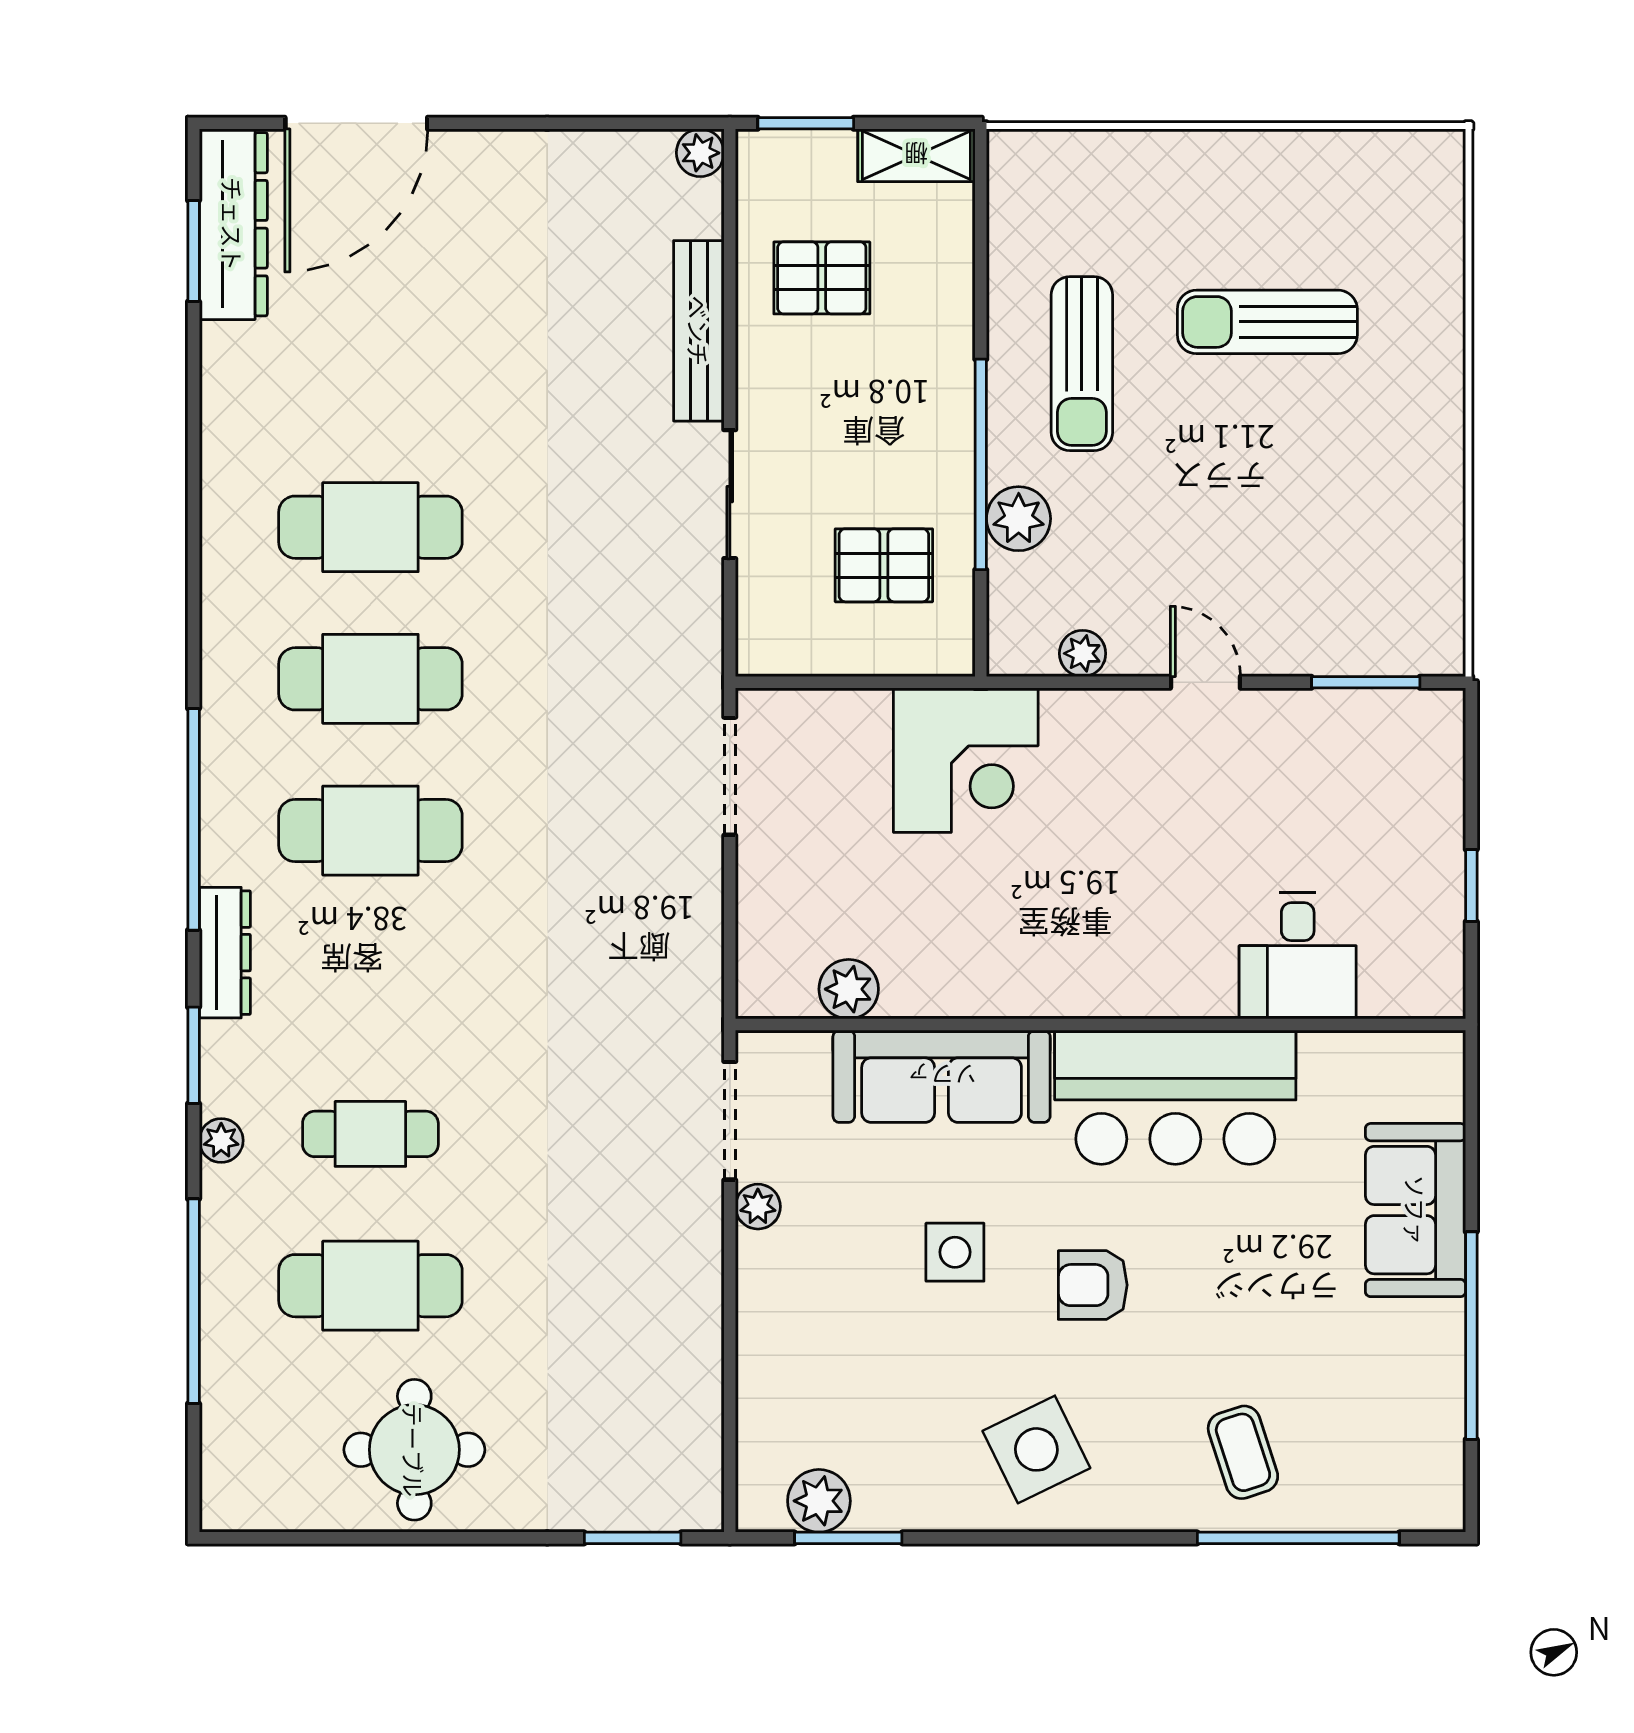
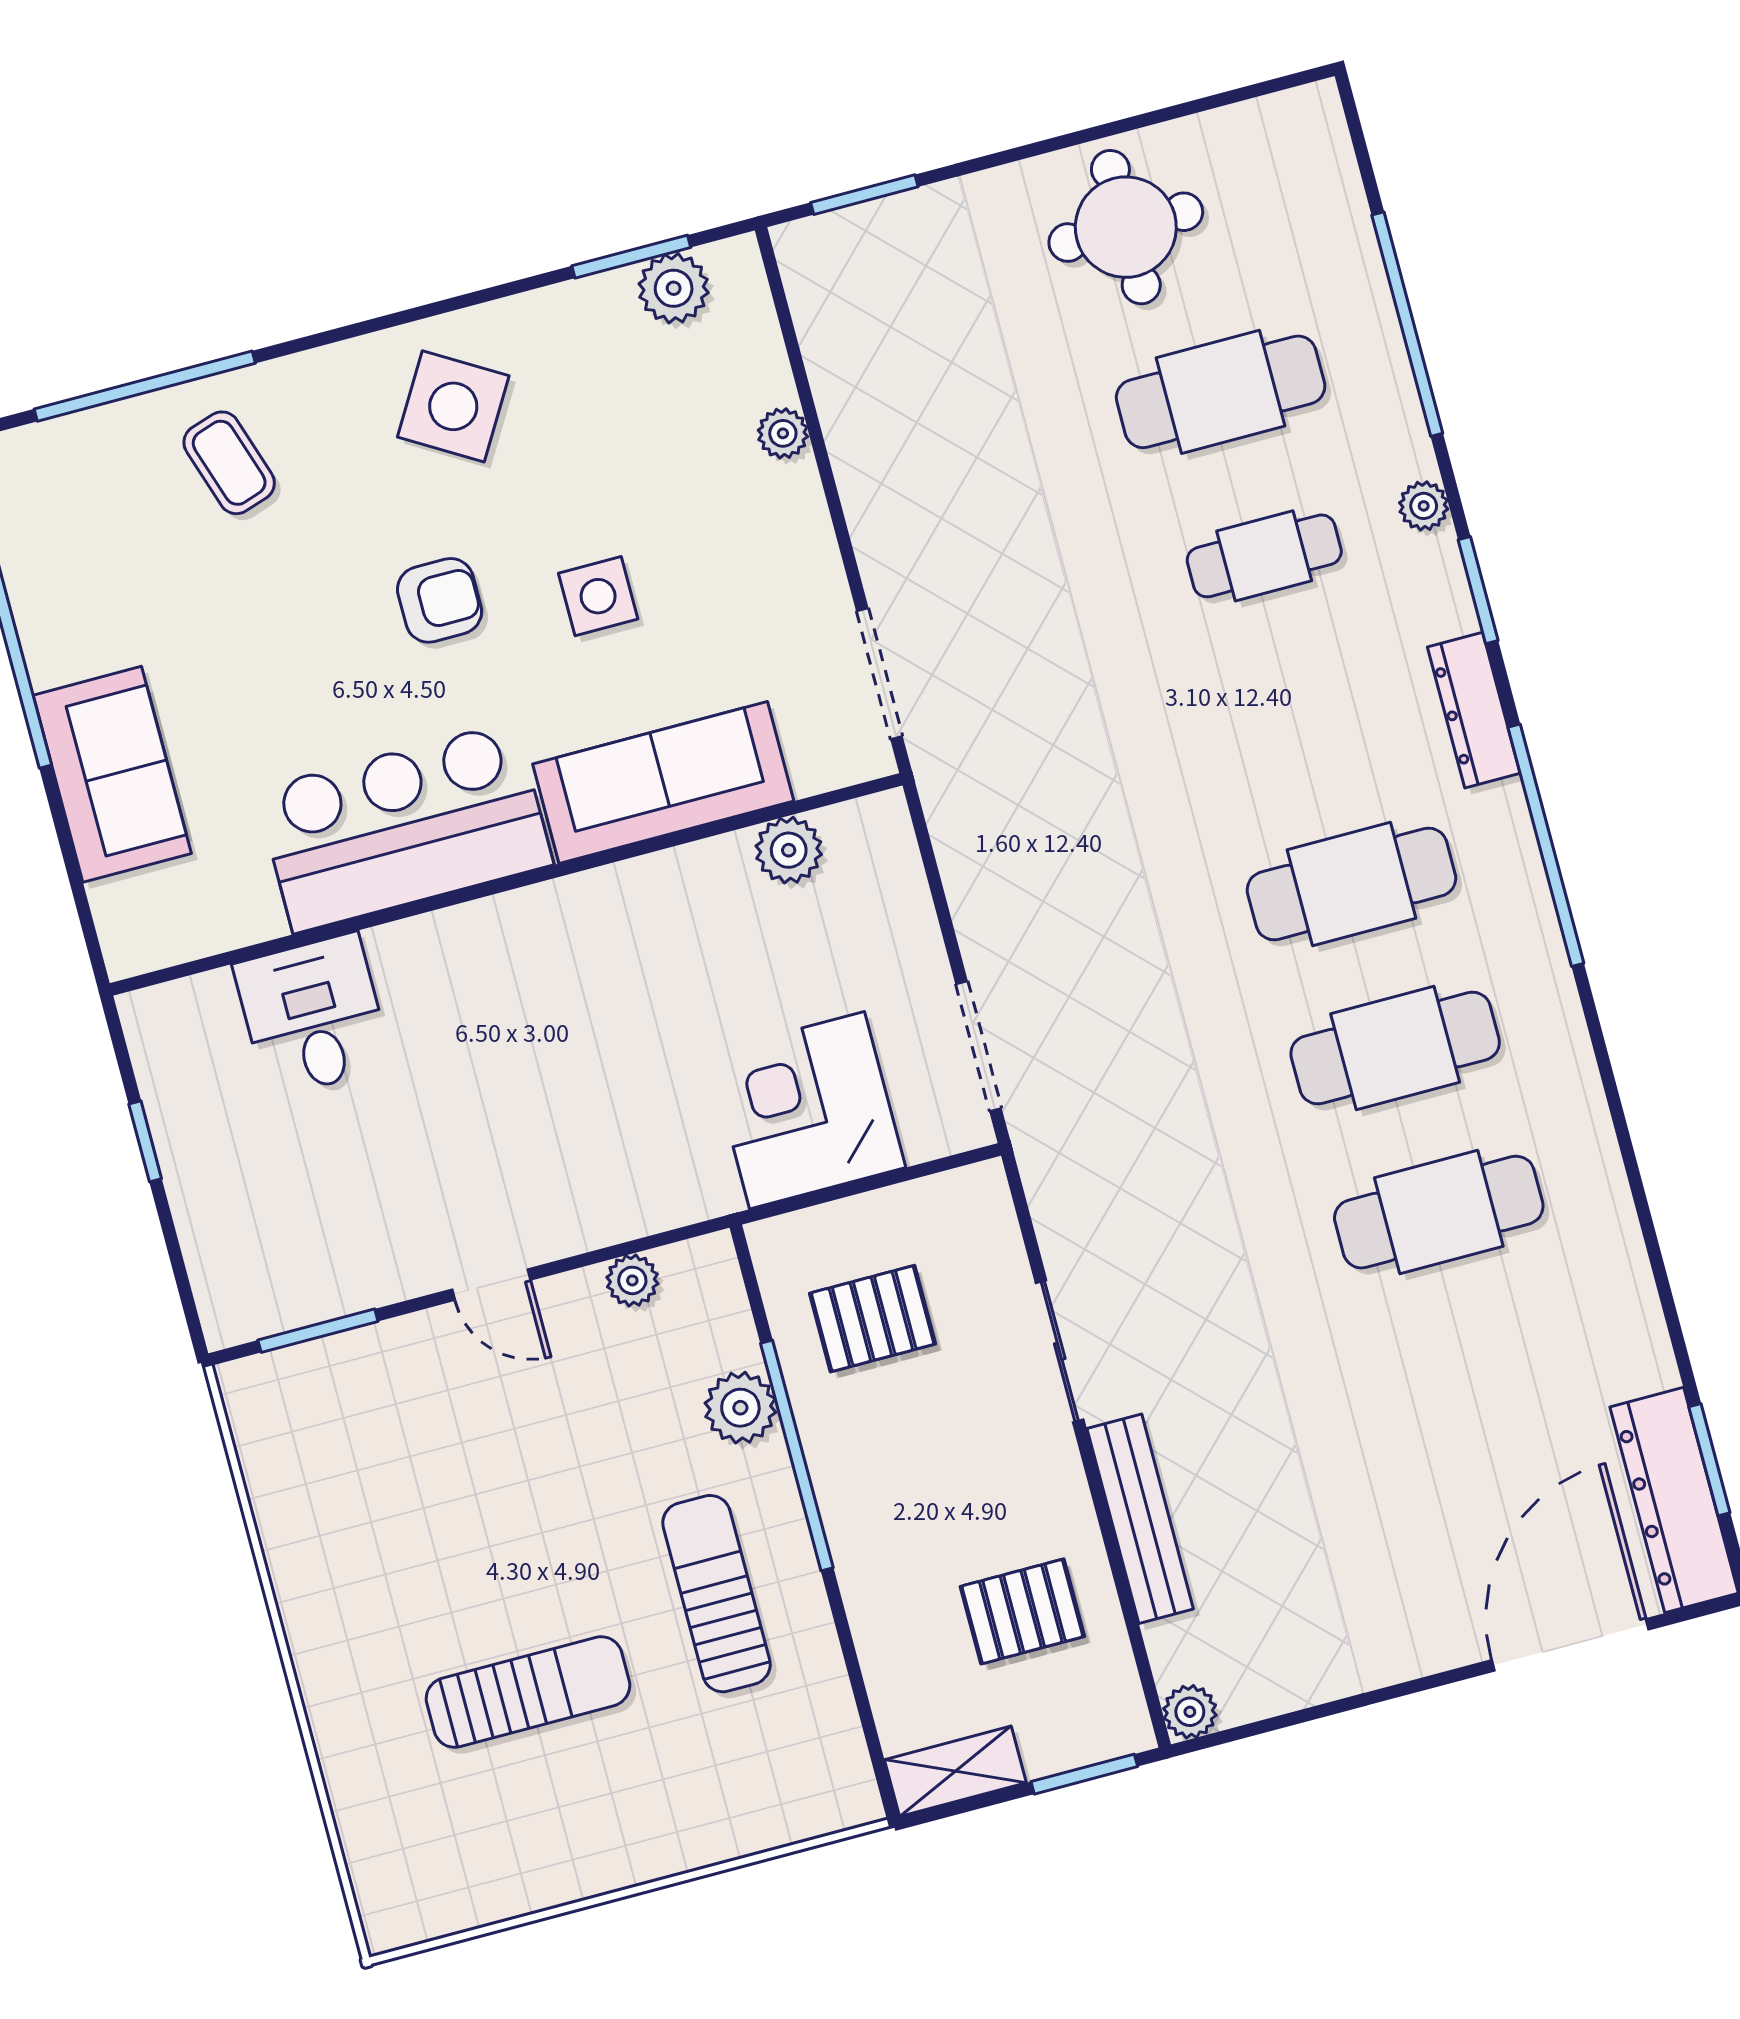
corner desk: (966, 760) -> (807, 1110), moved
plant: (758, 1207) -> (783, 433), moved
side table: (1036, 1449) -> (453, 406), turned -33

